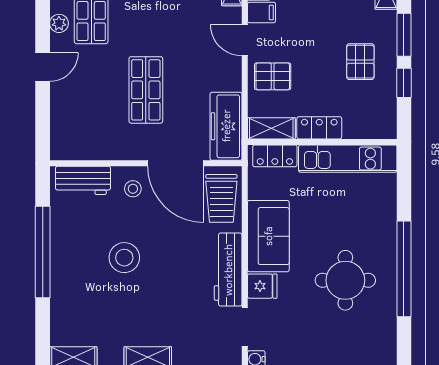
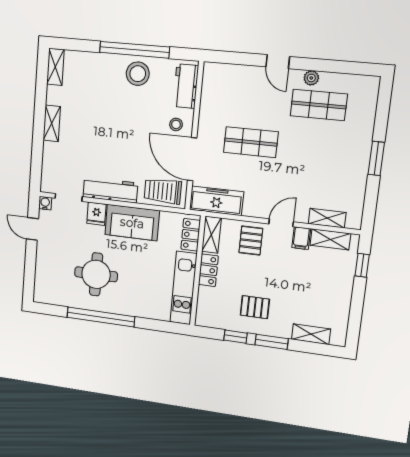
door: (176, 163) -> (192, 159), hinge flipped
stool: (124, 258) -> (138, 74), moved

